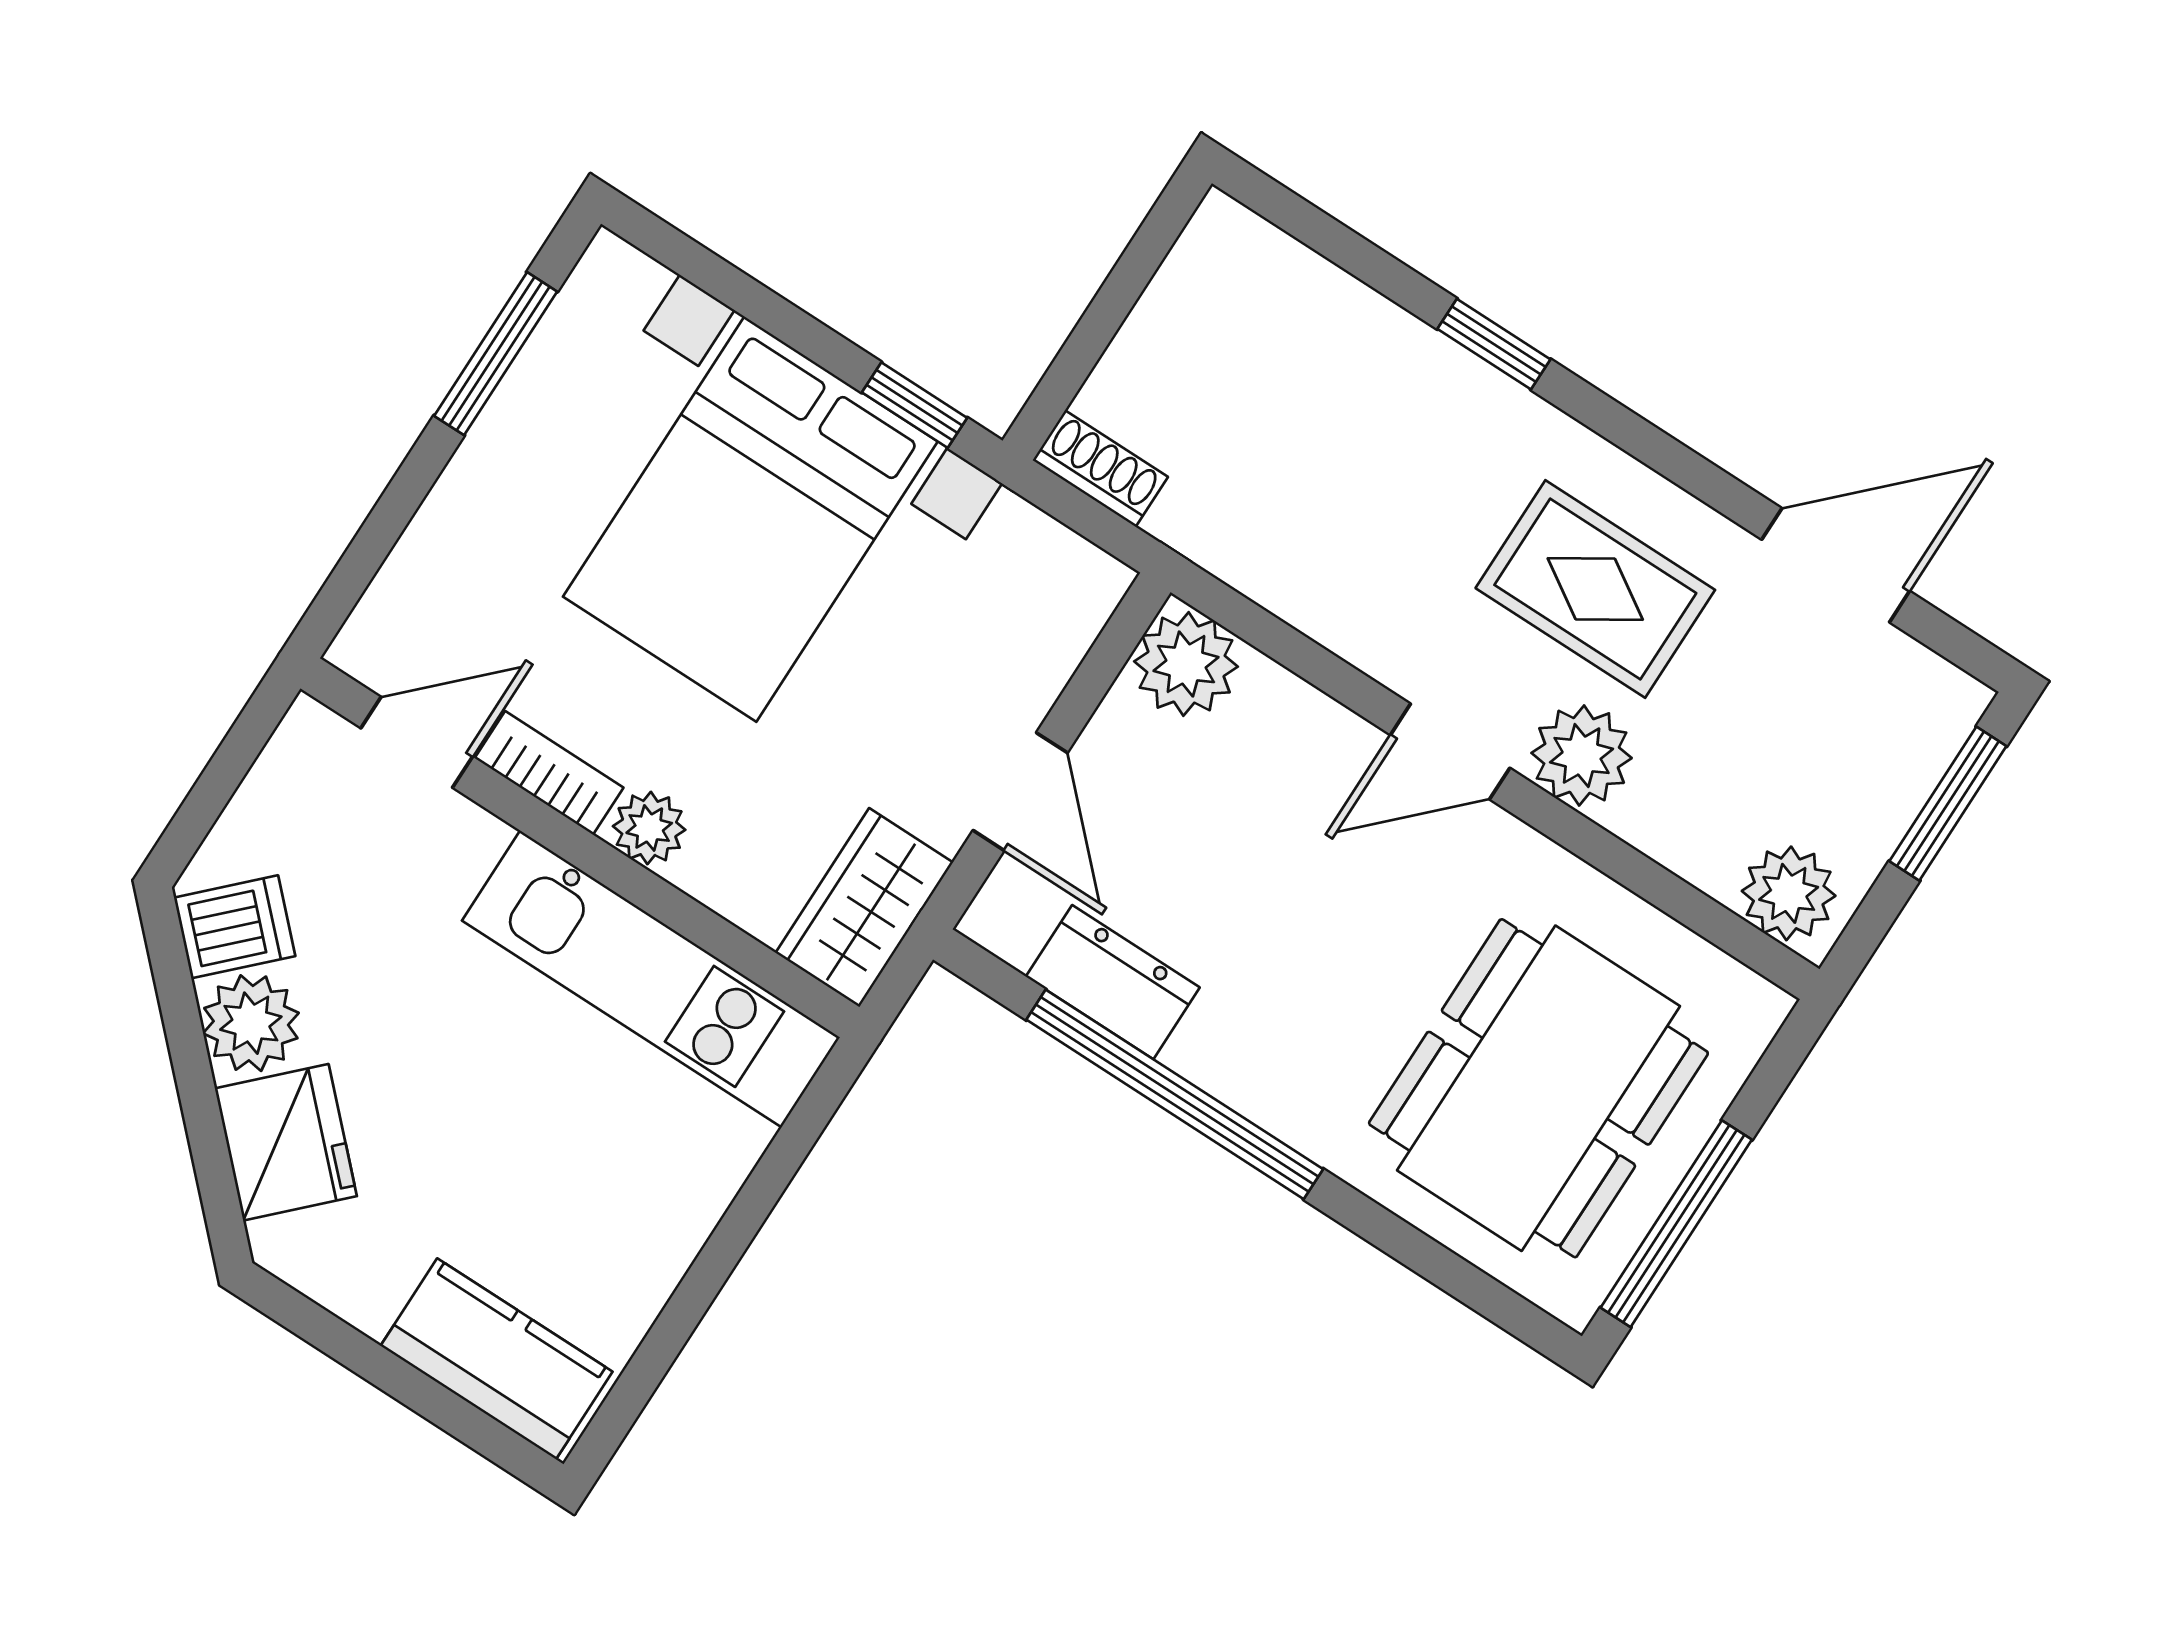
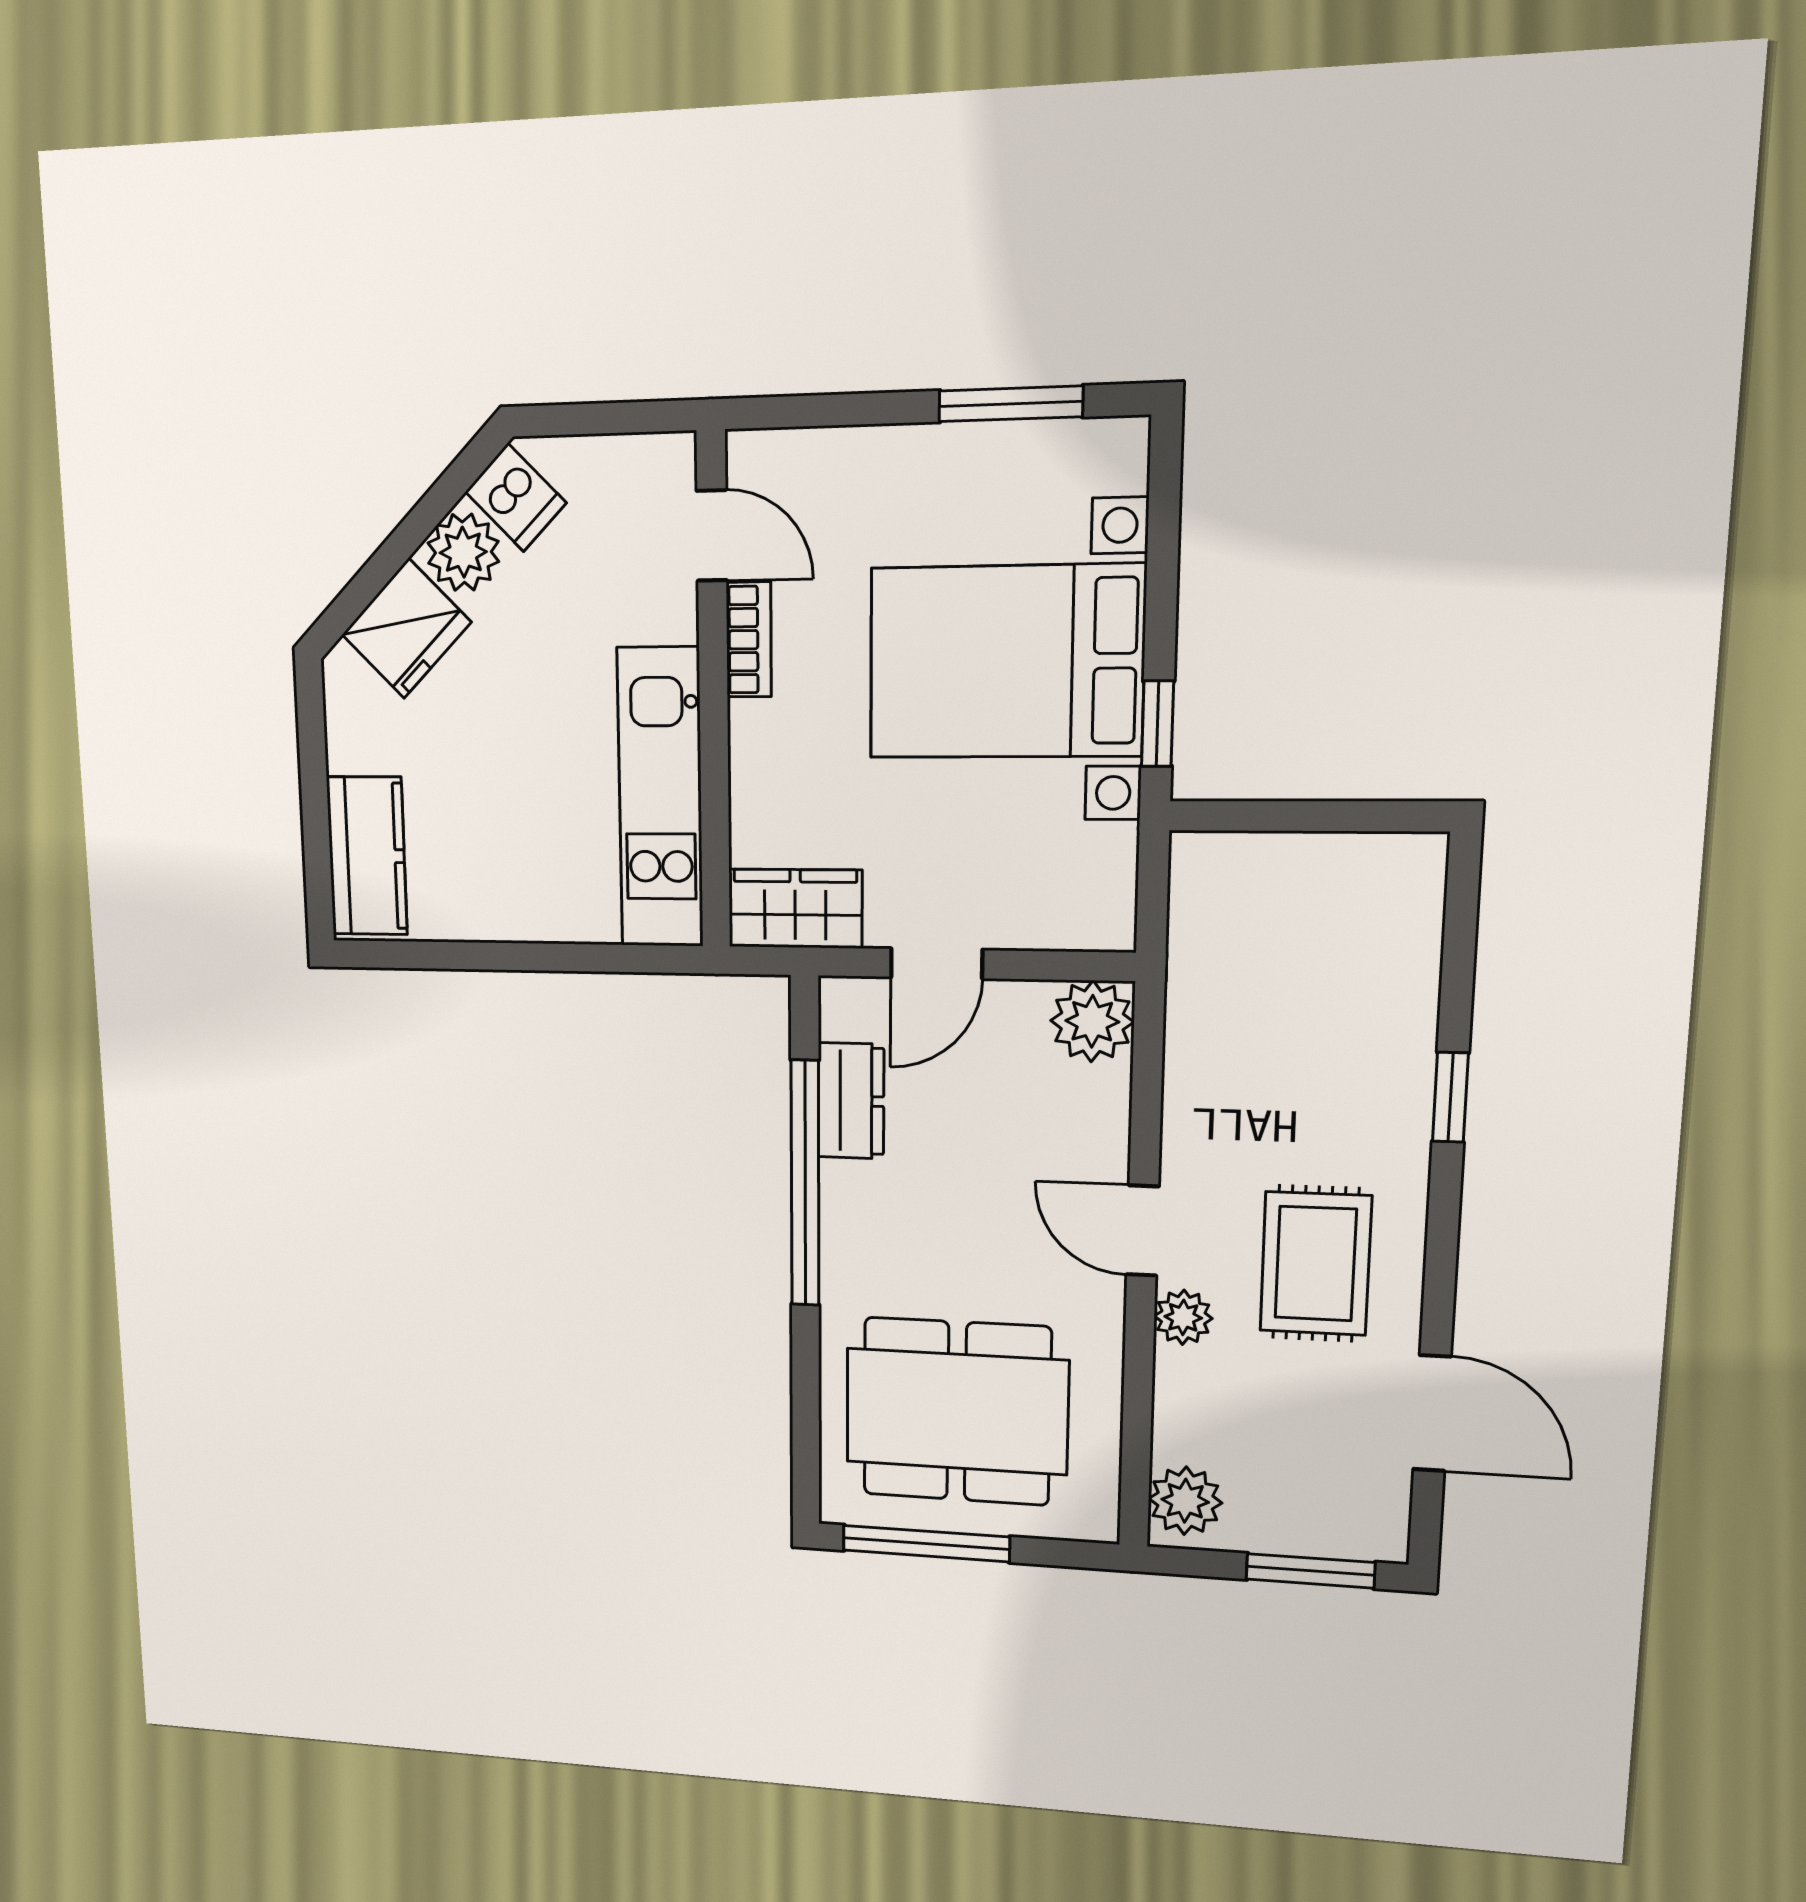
shoe rack: (1100, 469) -> (1192, 881), removed
plant: (1582, 756) -> (1183, 1317), width x0.73, depth x0.73
plant: (649, 828) -> (756, 732), removed

